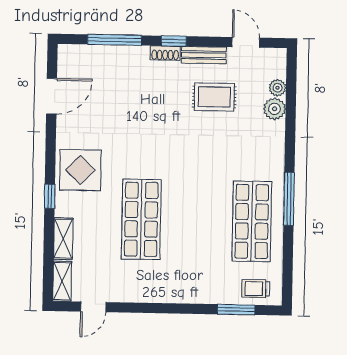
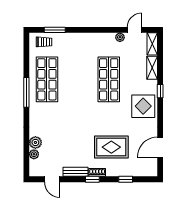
window: (115, 40) -> (126, 179), width x0.46
rug: (214, 97) -> (111, 147), moved, width x1.36, depth x1.43
plant: (120, 294) -> (120, 37), added

